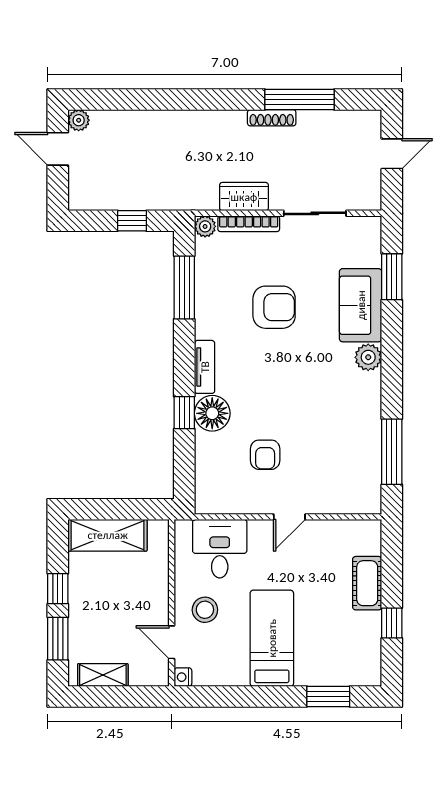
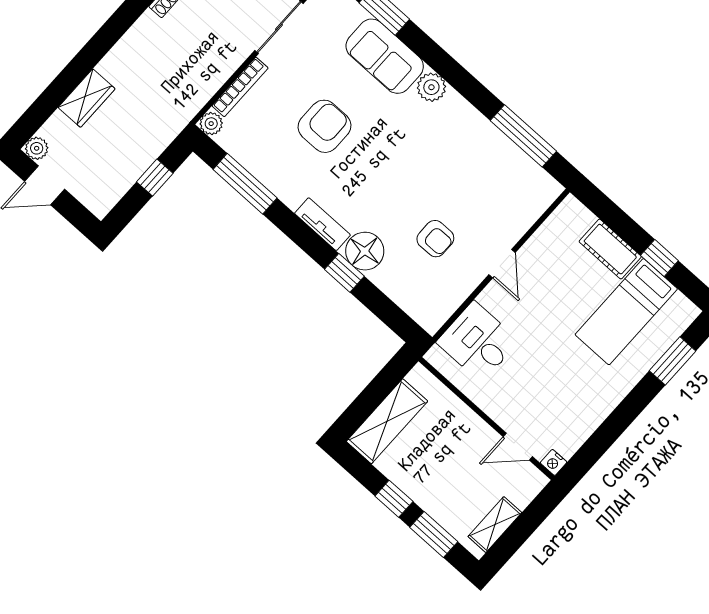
wardrobe: (244, 197) -> (87, 98), moved, turned 180
stool: (205, 610) -> (516, 397), removed
bed: (272, 638) -> (626, 312), moved, turned -90

